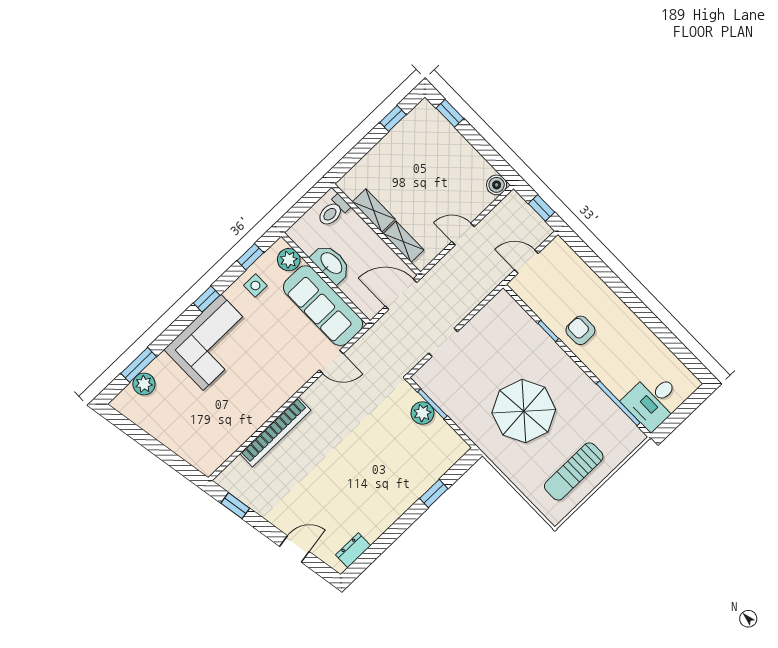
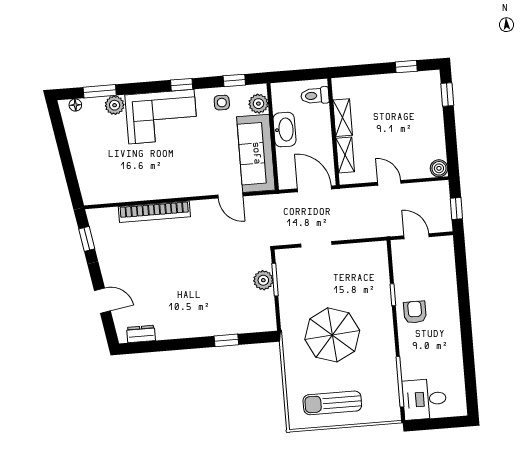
plant: (144, 384) -> (115, 105), moved
floor lamp: (127, 395) -> (75, 105), added

